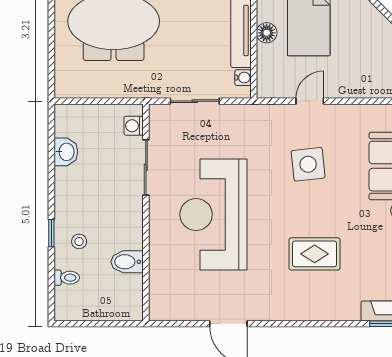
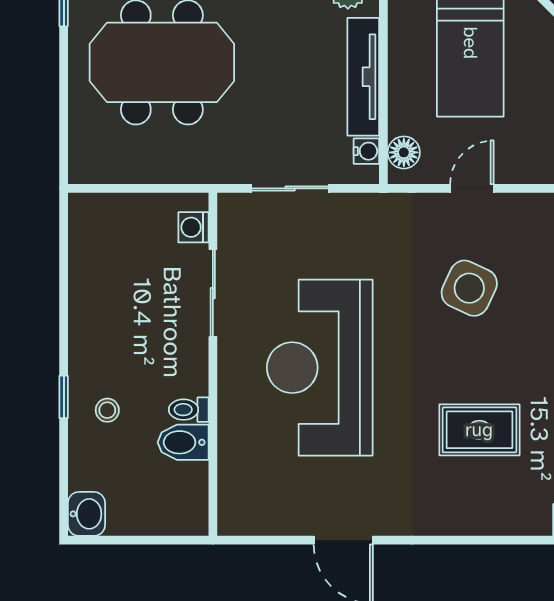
floor lamp: (267, 33) -> (404, 152), moved
washbasin: (66, 152) -> (86, 514), moved
side table: (308, 164) -> (469, 288), turned 31
toilet: (67, 278) -> (189, 410), moved, turned 180

